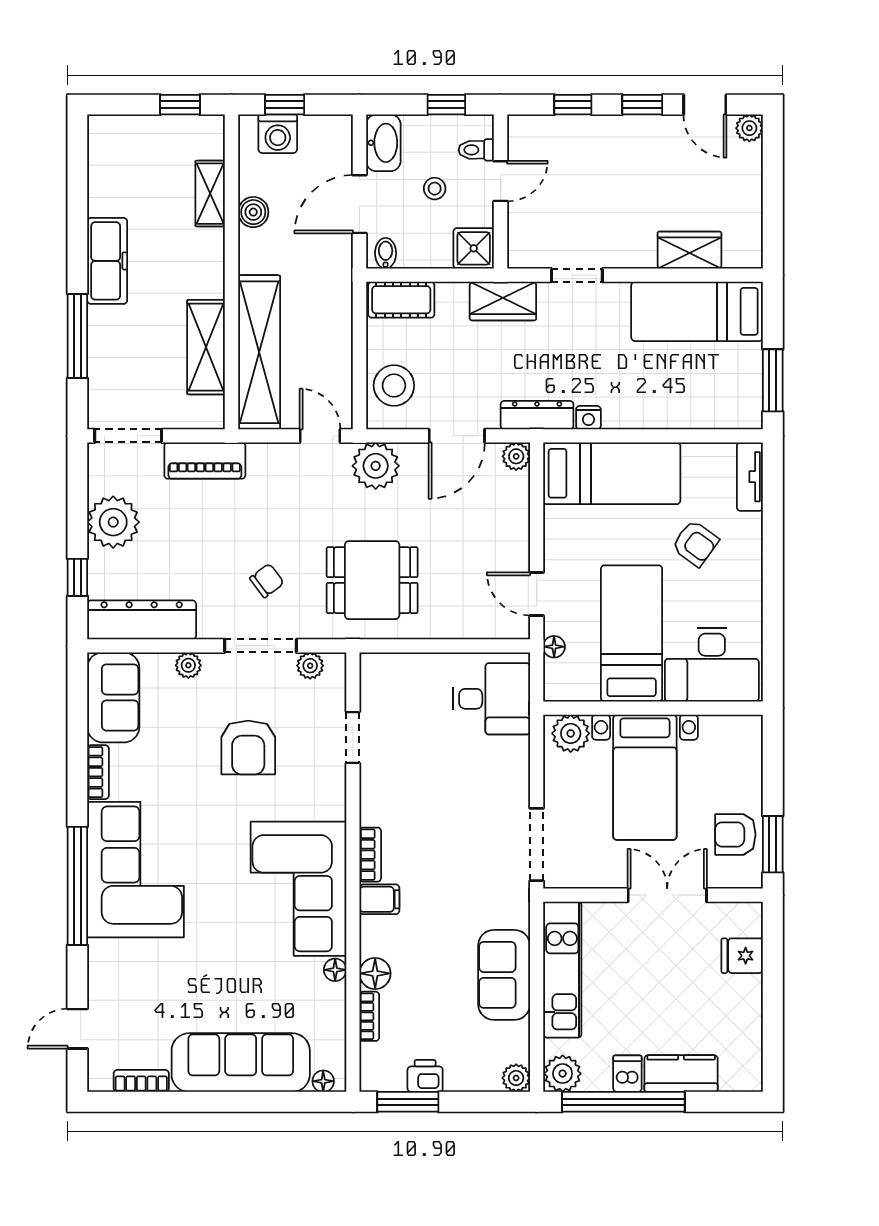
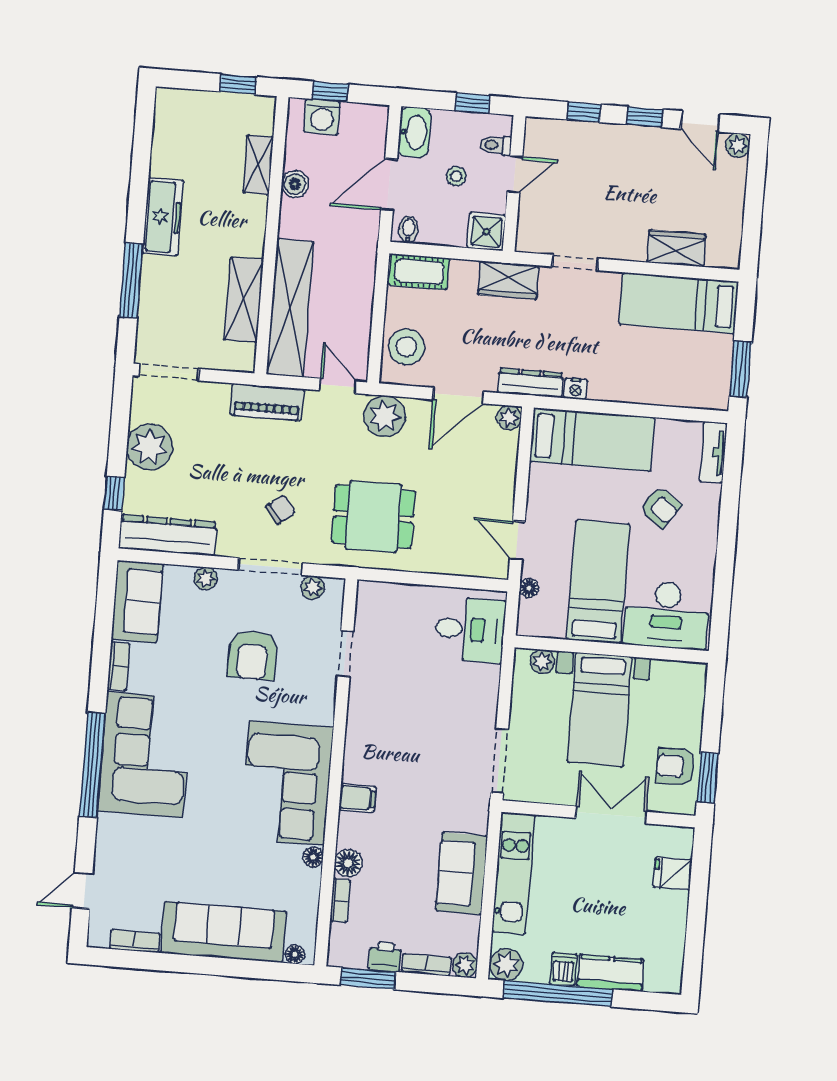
piano: (205, 461) -> (267, 402), moved
plant: (571, 733) -> (542, 662), width x0.73, depth x0.73
bookcase: (370, 855) -> (426, 965), moved, turned -90

